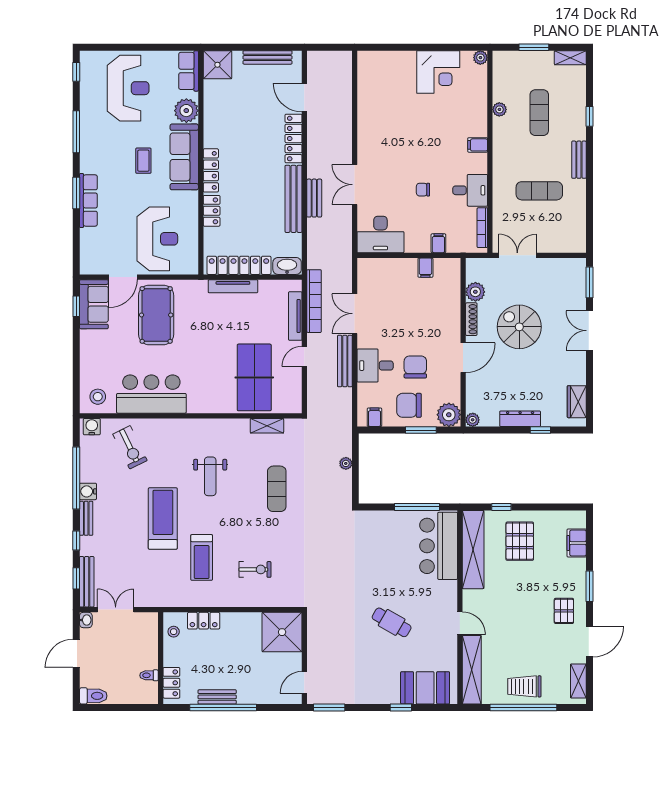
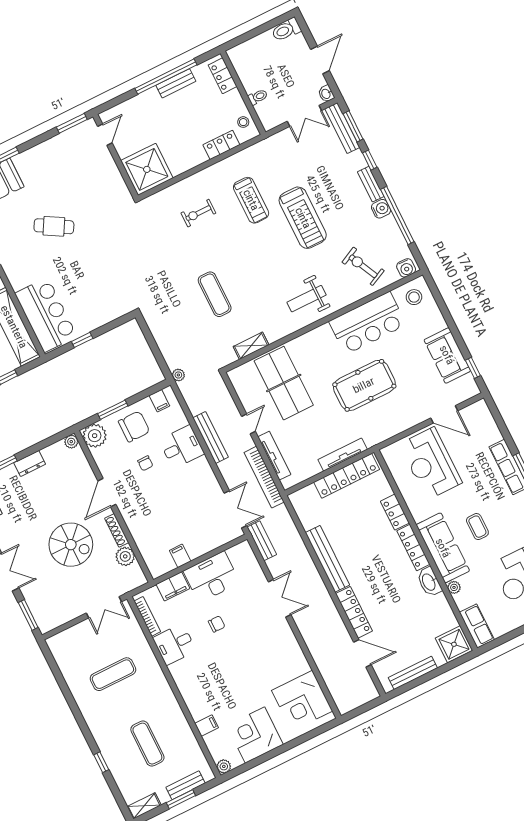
corner desk: (380, 82) -> (302, 701), added
plant: (499, 109) -> (184, 729), removed
plant: (186, 111) -> (454, 587), width x0.53, depth x0.53
filing cabinet: (478, 145) -> (207, 725), moved
bench: (579, 160) -> (186, 785), moved, turned 90
bench: (314, 198) -> (262, 541), moved
desk: (380, 234) -> (212, 577), moved
filing cabinet: (438, 243) -> (173, 586), width x2.00
washbasin: (287, 266) -> (429, 582), moved, turned 90
door: (123, 277) -> (444, 414), swing flipped
sofa: (94, 304) -> (447, 355), moved
double door: (355, 314) -> (235, 509), moved
pool table: (156, 315) -> (364, 385), moved, turned 90
chair: (415, 367) -> (145, 463), width x0.54, depth x0.54
dresser: (520, 419) -> (30, 463), width x0.70
plant: (346, 463) -> (178, 375), moved
weight bench: (210, 476) -> (307, 299), moved, turned -90
window: (417, 507) -> (82, 340), width x0.46
treadmill: (202, 557) -> (251, 200), turned 180
window: (76, 578) -> (353, 126), width x1.50
toilet: (149, 675) -> (258, 97), moved

